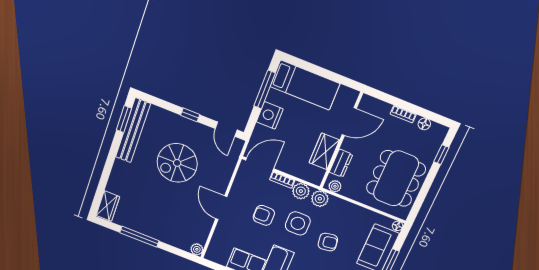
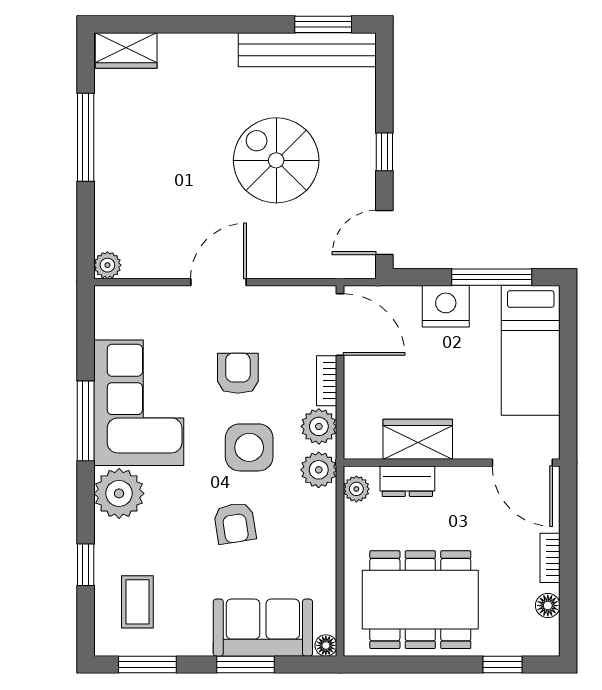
door: (349, 122) -> (522, 463), moved

